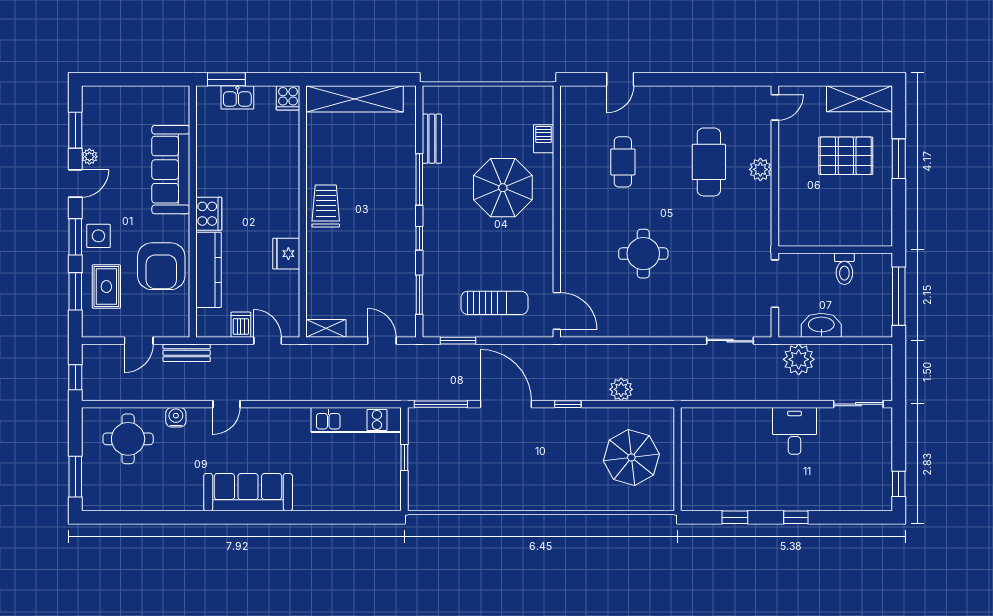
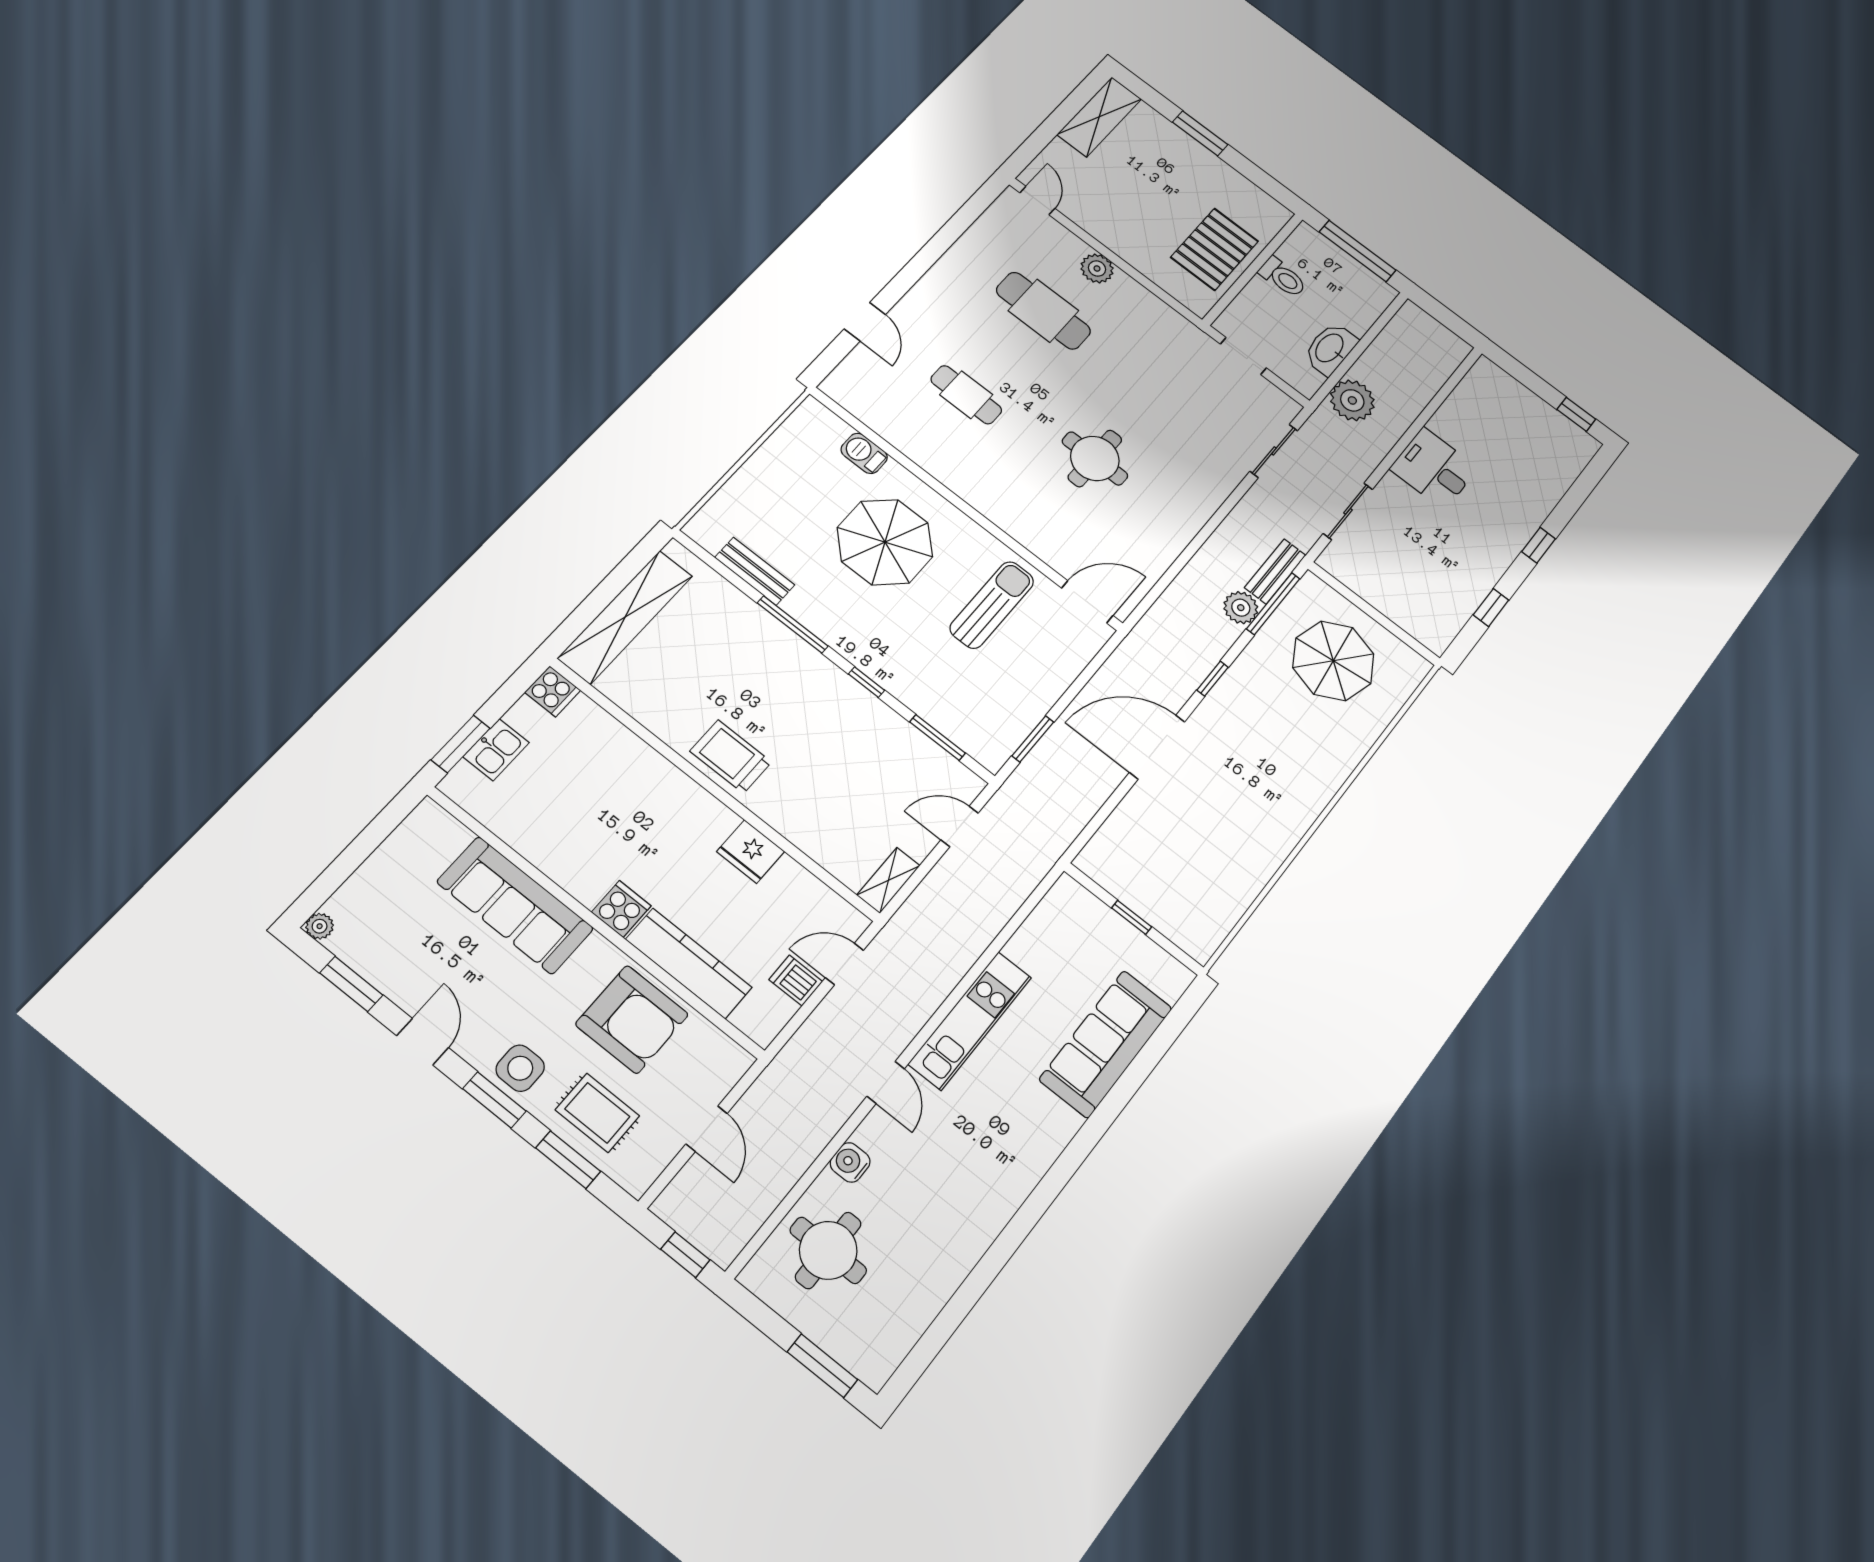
pallet: (846, 156) -> (1215, 249), moved
plant: (89, 157) -> (320, 926), moved
cooker: (209, 214) -> (621, 909), width x0.73
doorway: (775, 284) -> (1243, 356), width x0.73
sun lounger: (494, 303) -> (992, 605), moved
bench: (187, 353) -> (1275, 571), moved
window: (441, 404) -> (1273, 604), moved
sliding door: (858, 404) -> (1348, 511), moved
kitchen unit: (356, 420) -> (970, 1021), moved
sofa: (248, 492) -> (1106, 1044), moved

